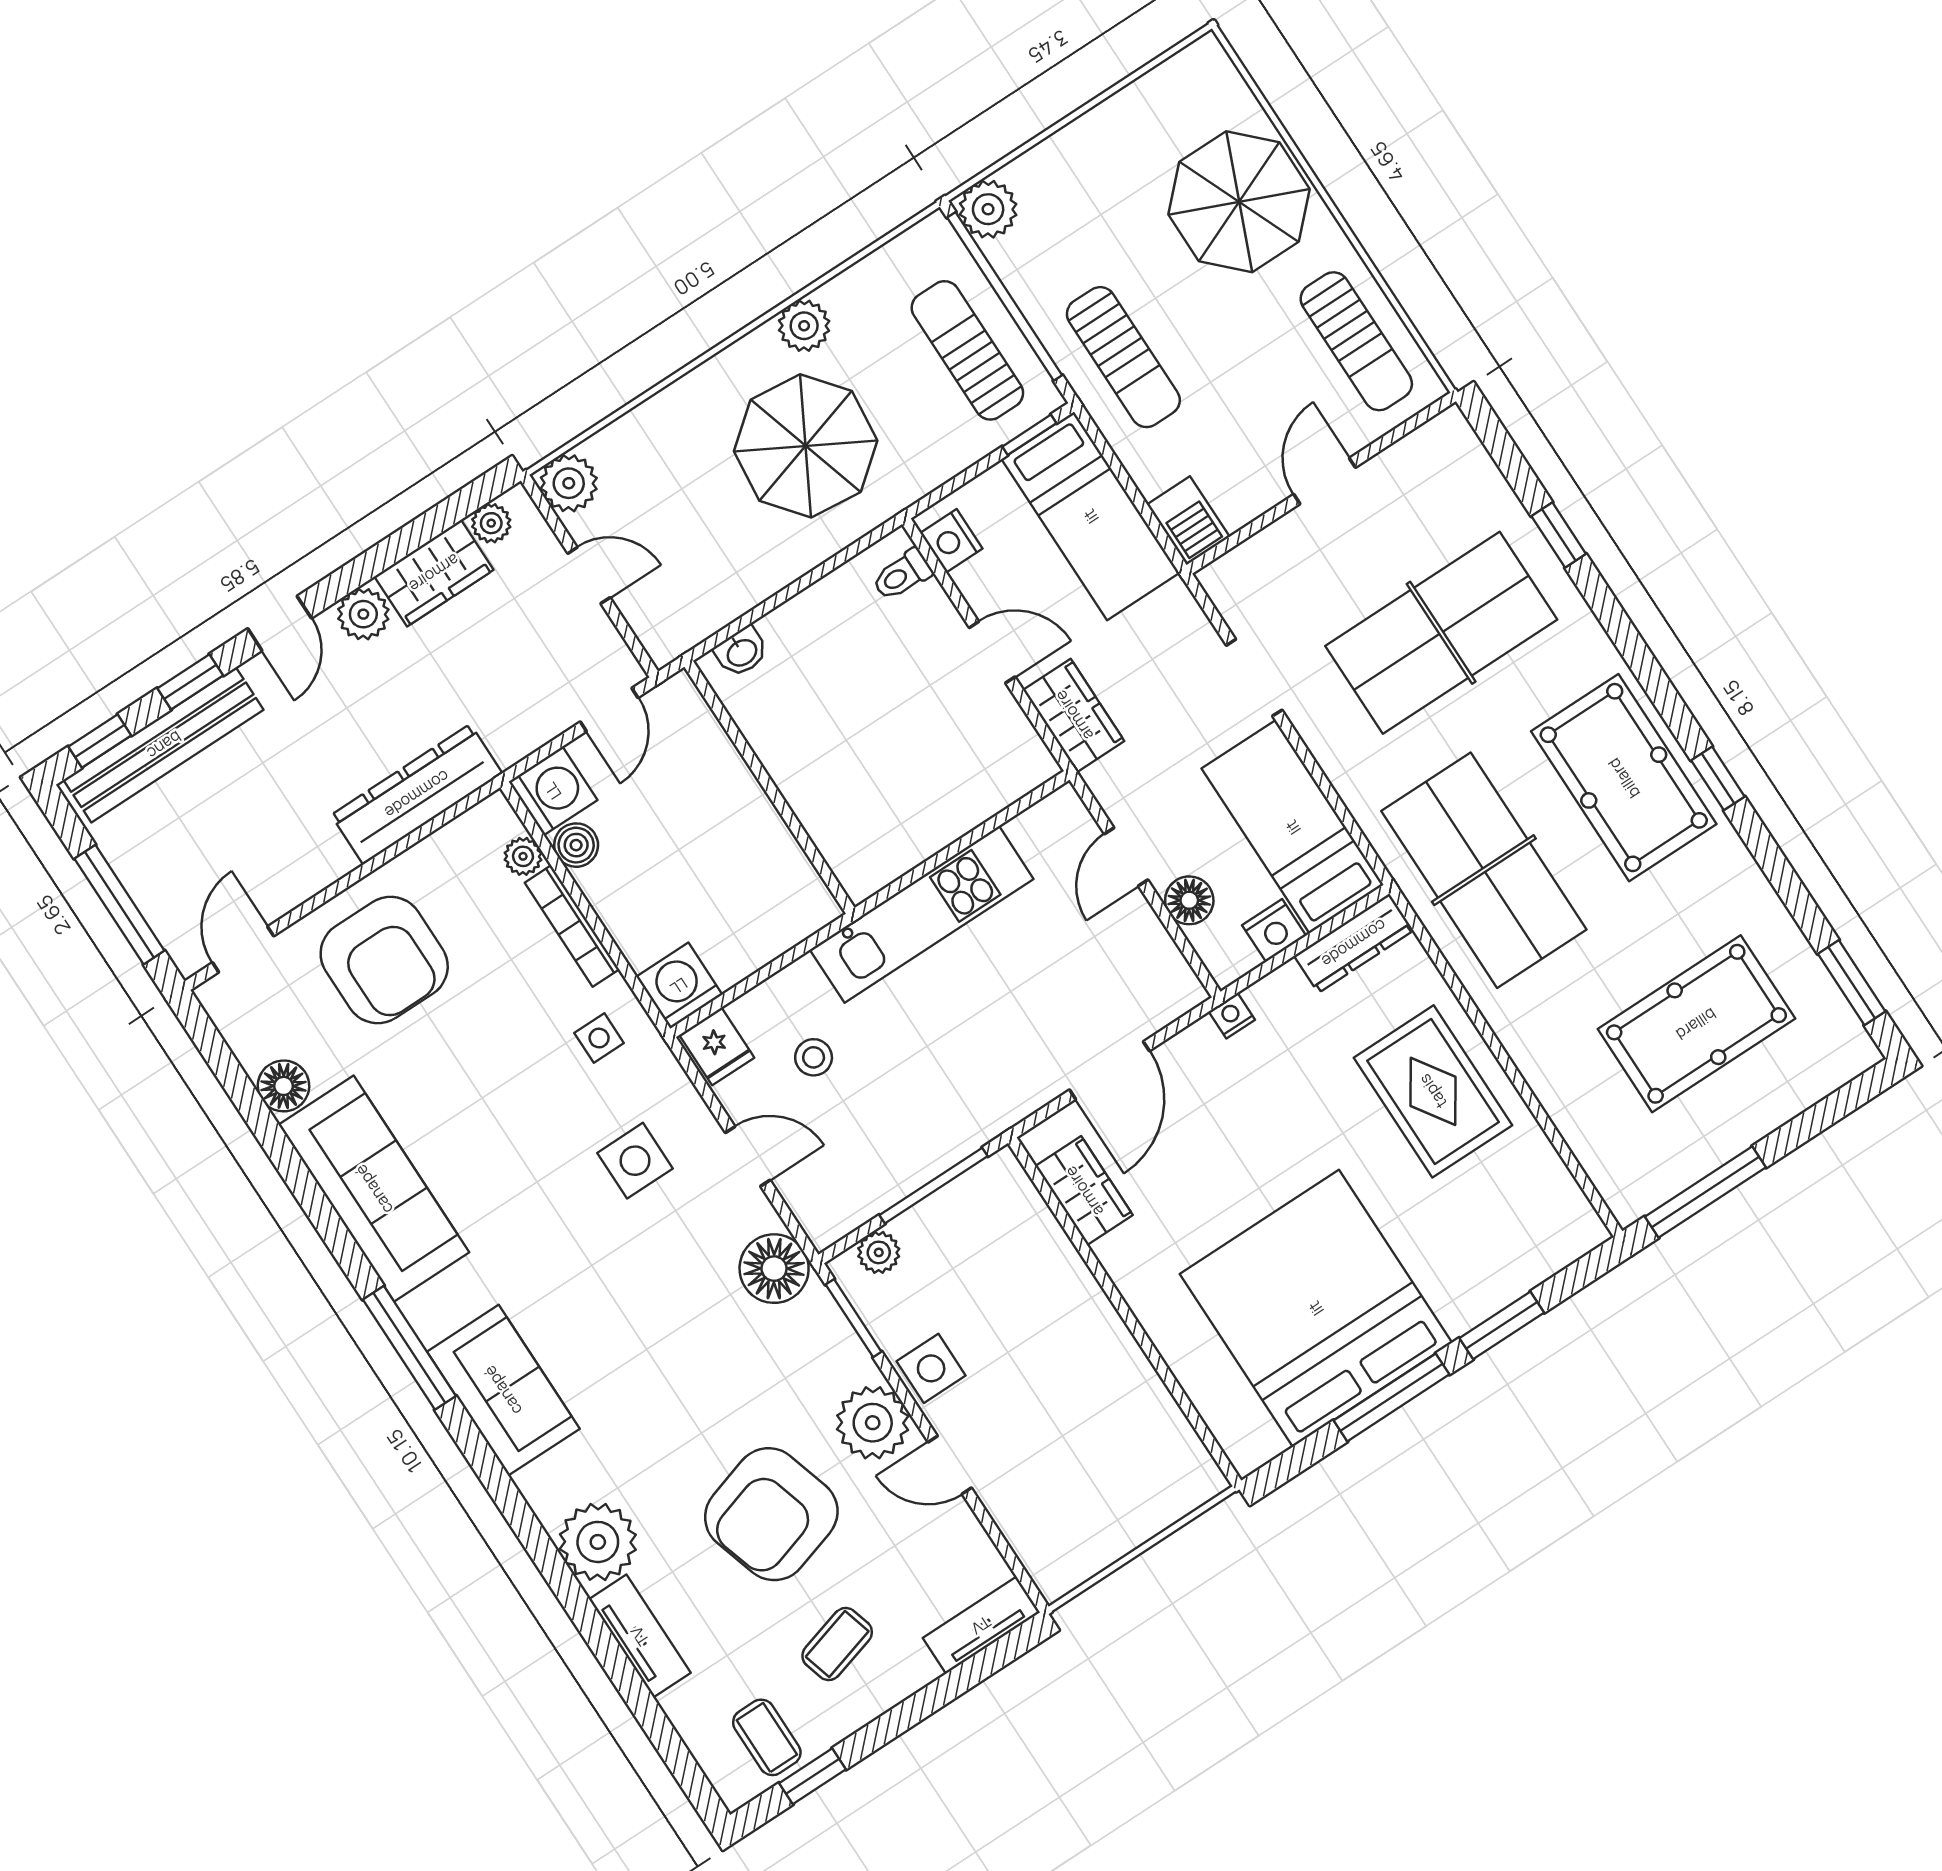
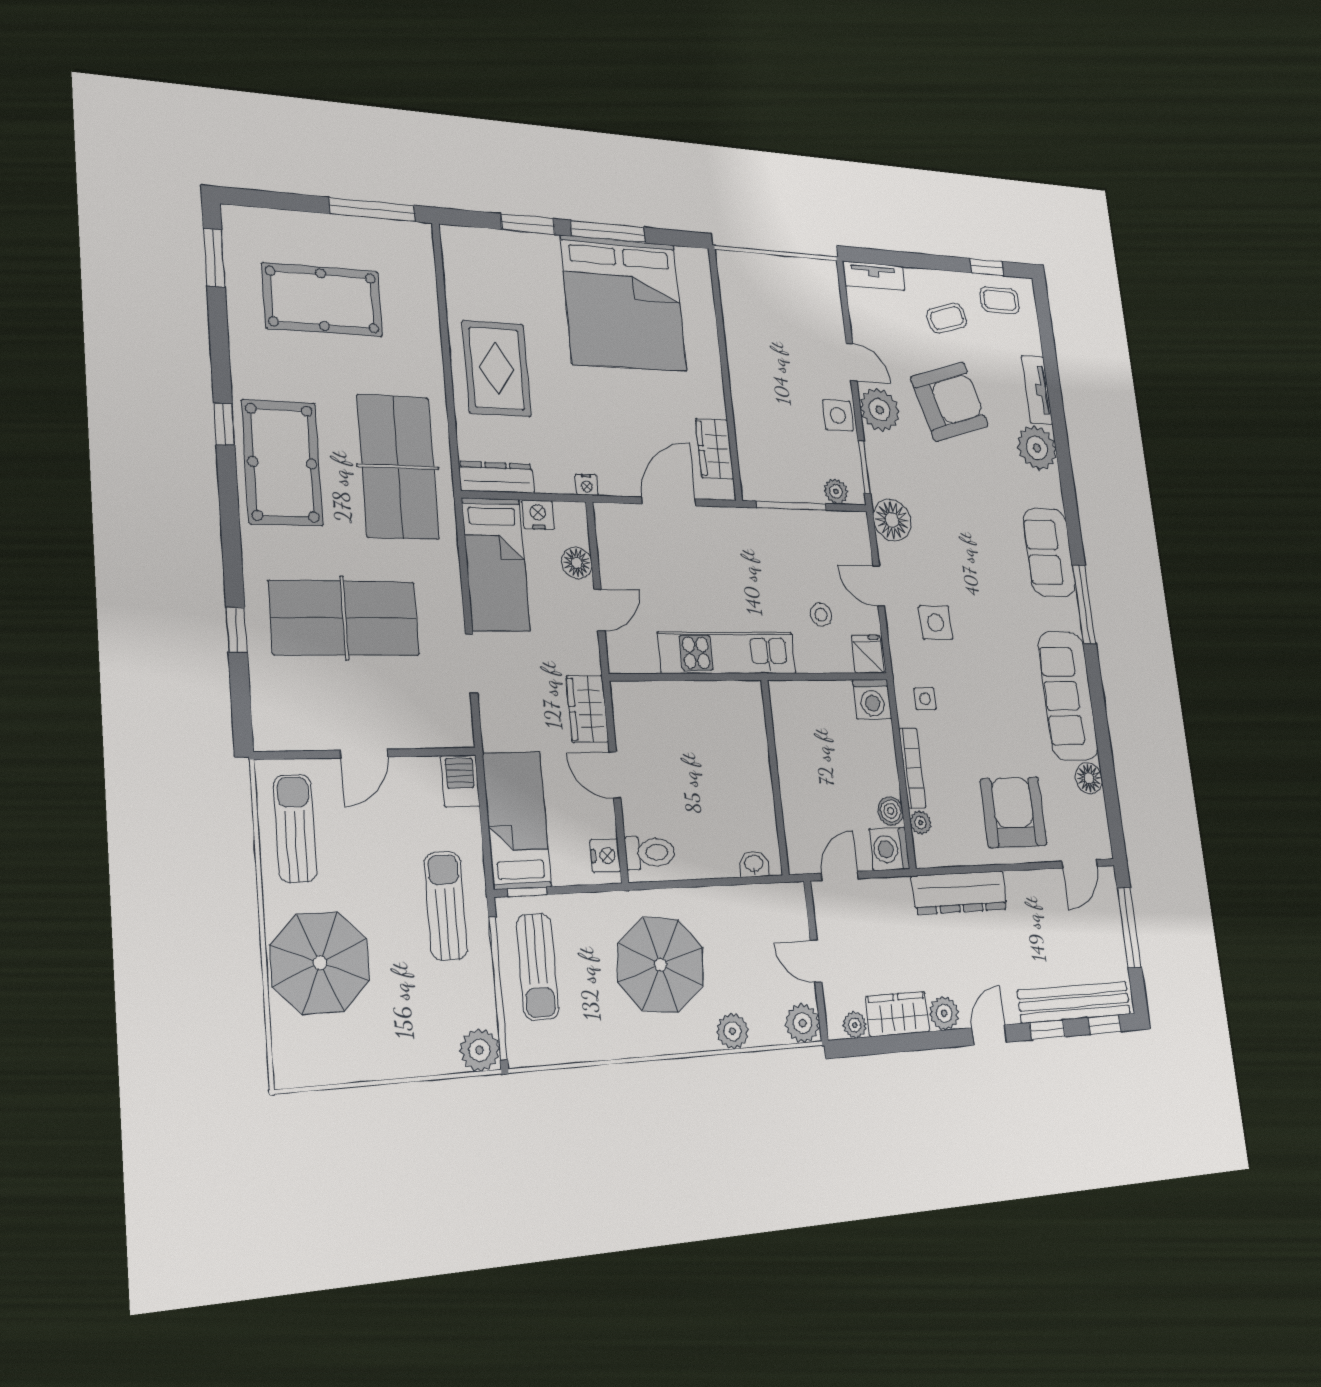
plant: (804, 326) -> (732, 1031), moved
toilet: (902, 575) -> (650, 853), width x1.37, depth x1.39
coffee table: (767, 1737) -> (1000, 300), turned 90

